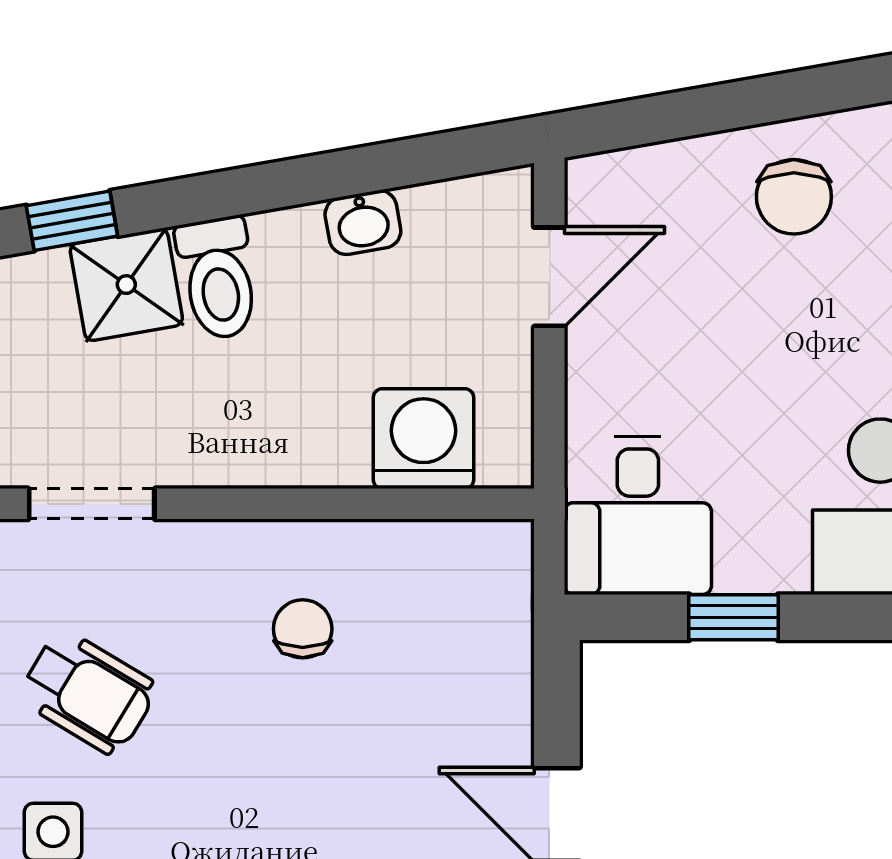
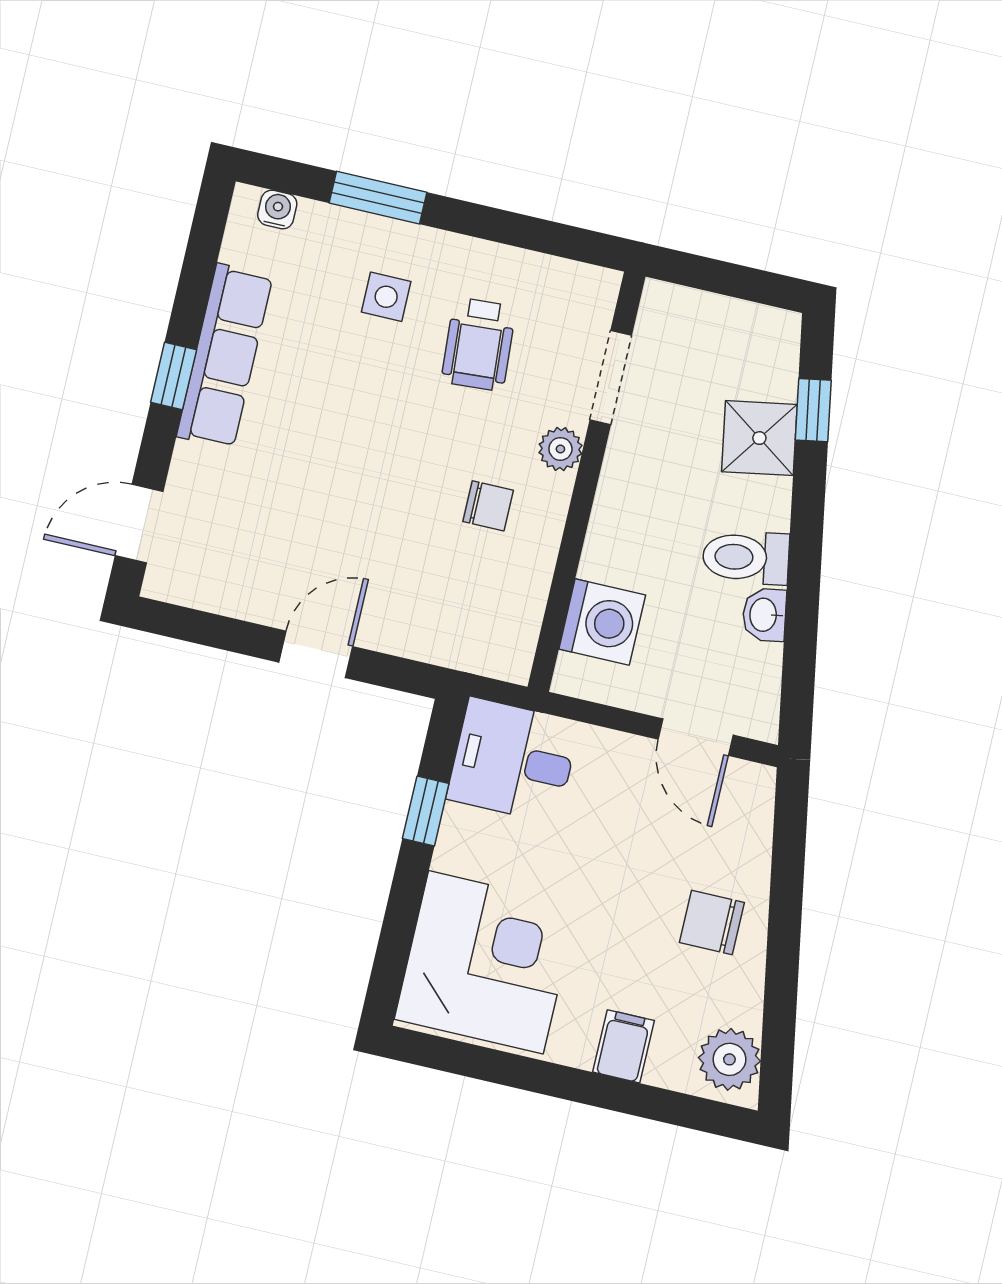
toilet: (218, 278) -> (746, 557), moved
plant: (203, 549) -> (560, 449), added
wheelchair: (88, 692) -> (479, 344), turned -35

